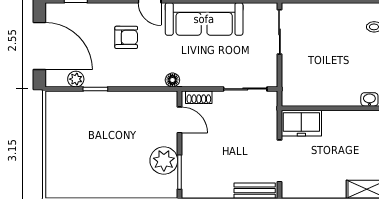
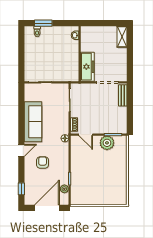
door: (180, 120) -> (86, 135), swing flipped
freezer: (301, 123) -> (87, 67), width x1.40

